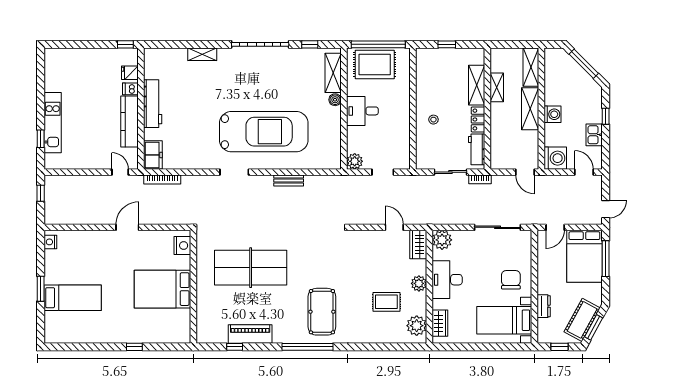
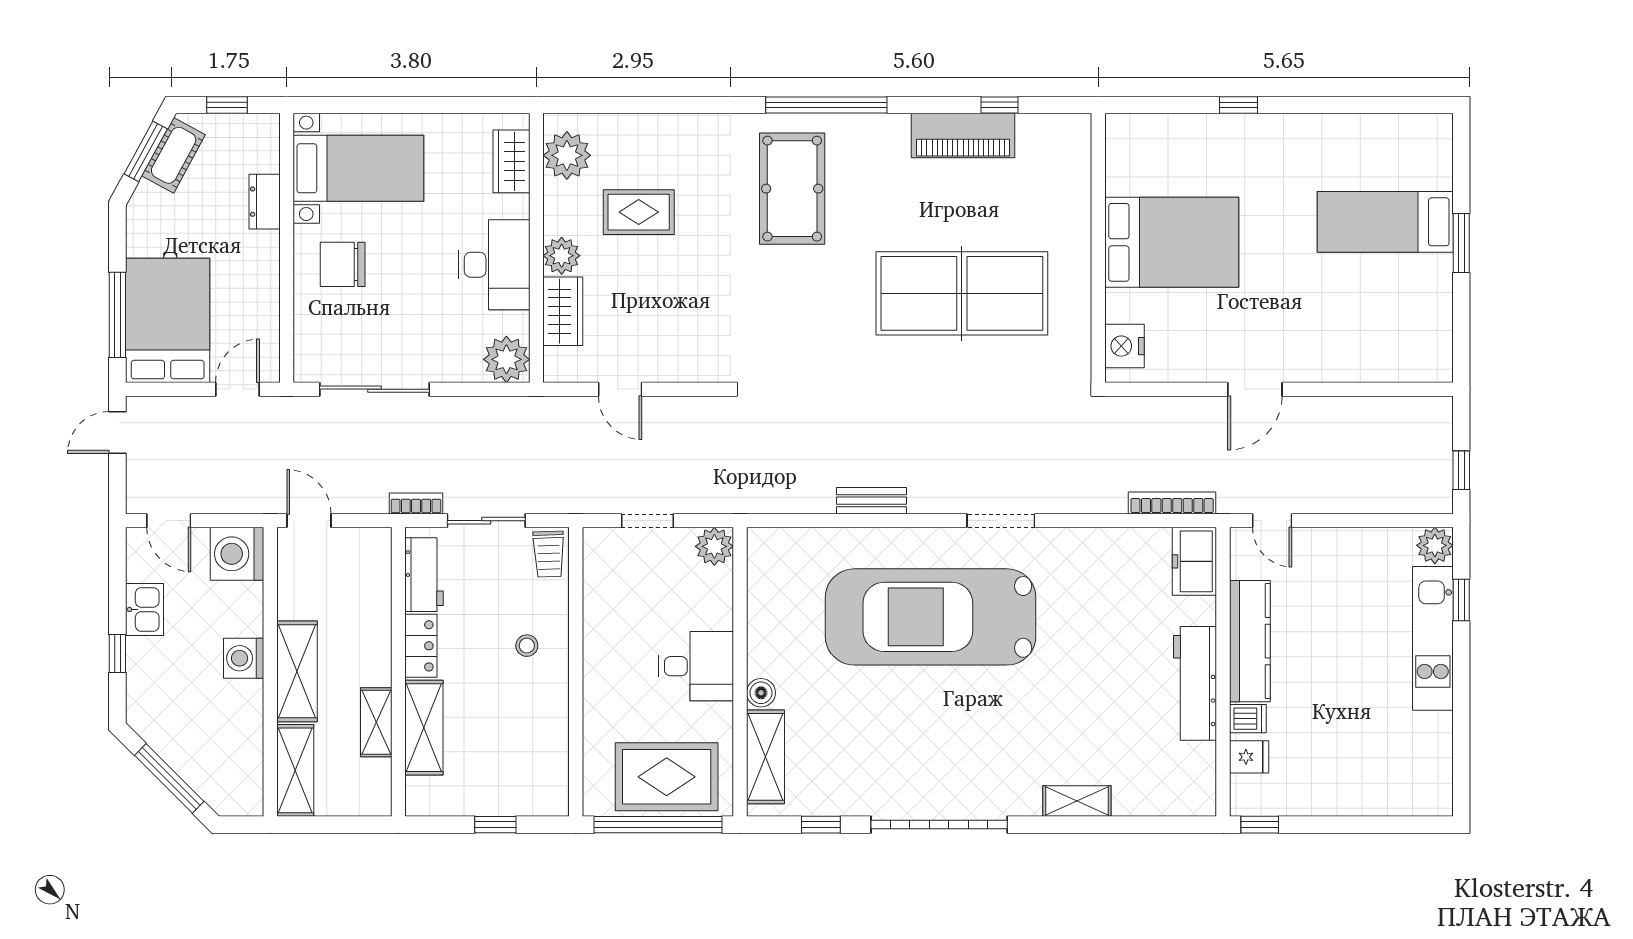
trolley: (424, 158) -> (549, 554), added
plant: (52, 162) -> (1435, 545), added
nightstand: (50, 242) -> (1438, 355), removed
wardrobe: (418, 245) -> (563, 311), moved
chair: (511, 280) -> (343, 264), turned 90
cot: (582, 320) -> (174, 155), width x0.73, depth x0.75

